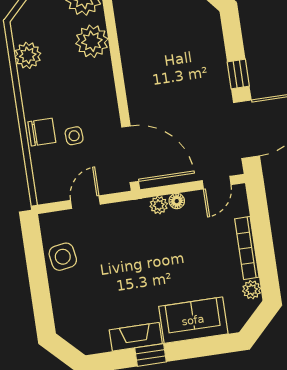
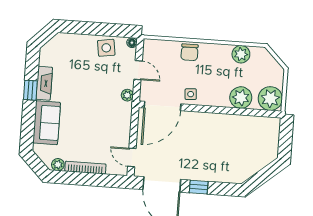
side table: (74, 136) -> (191, 94), moved
floor lamp: (177, 201) -> (132, 43), moved
plant: (159, 205) -> (127, 95), moved

